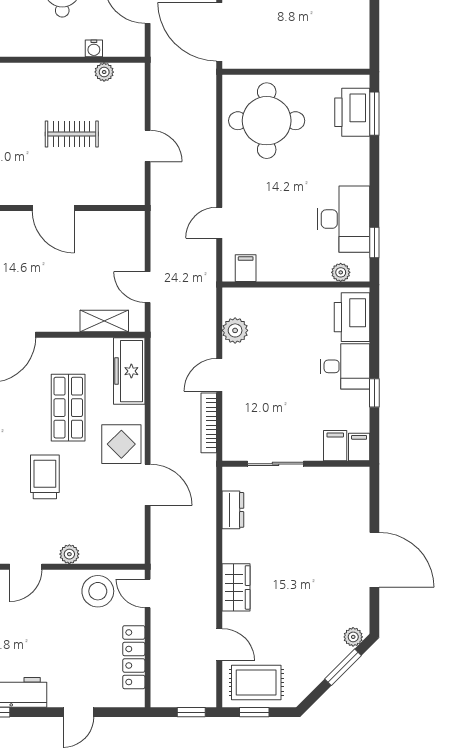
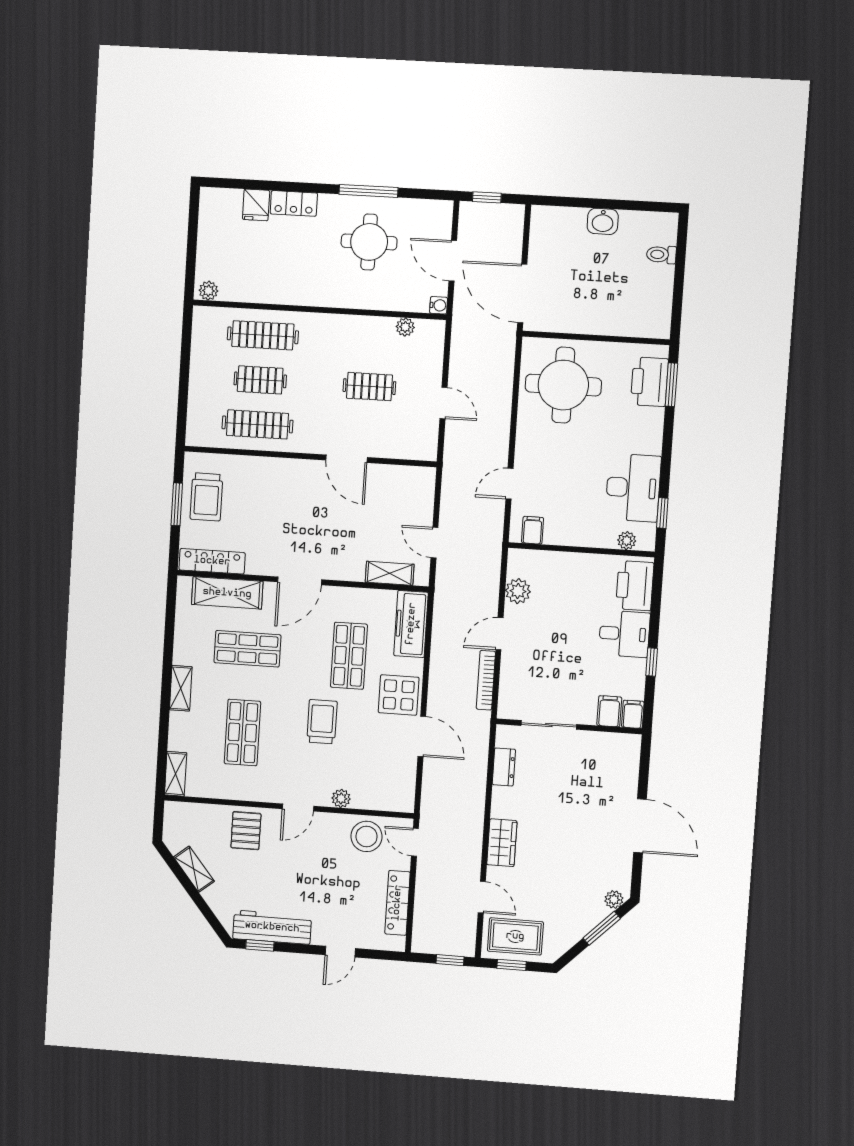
water cooler: (94, 48) -> (439, 305), moved, turned -90

